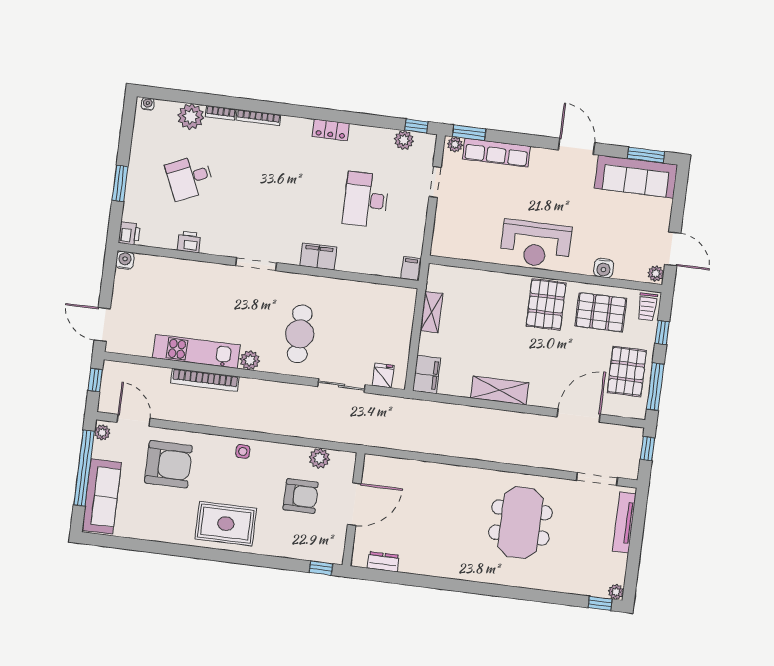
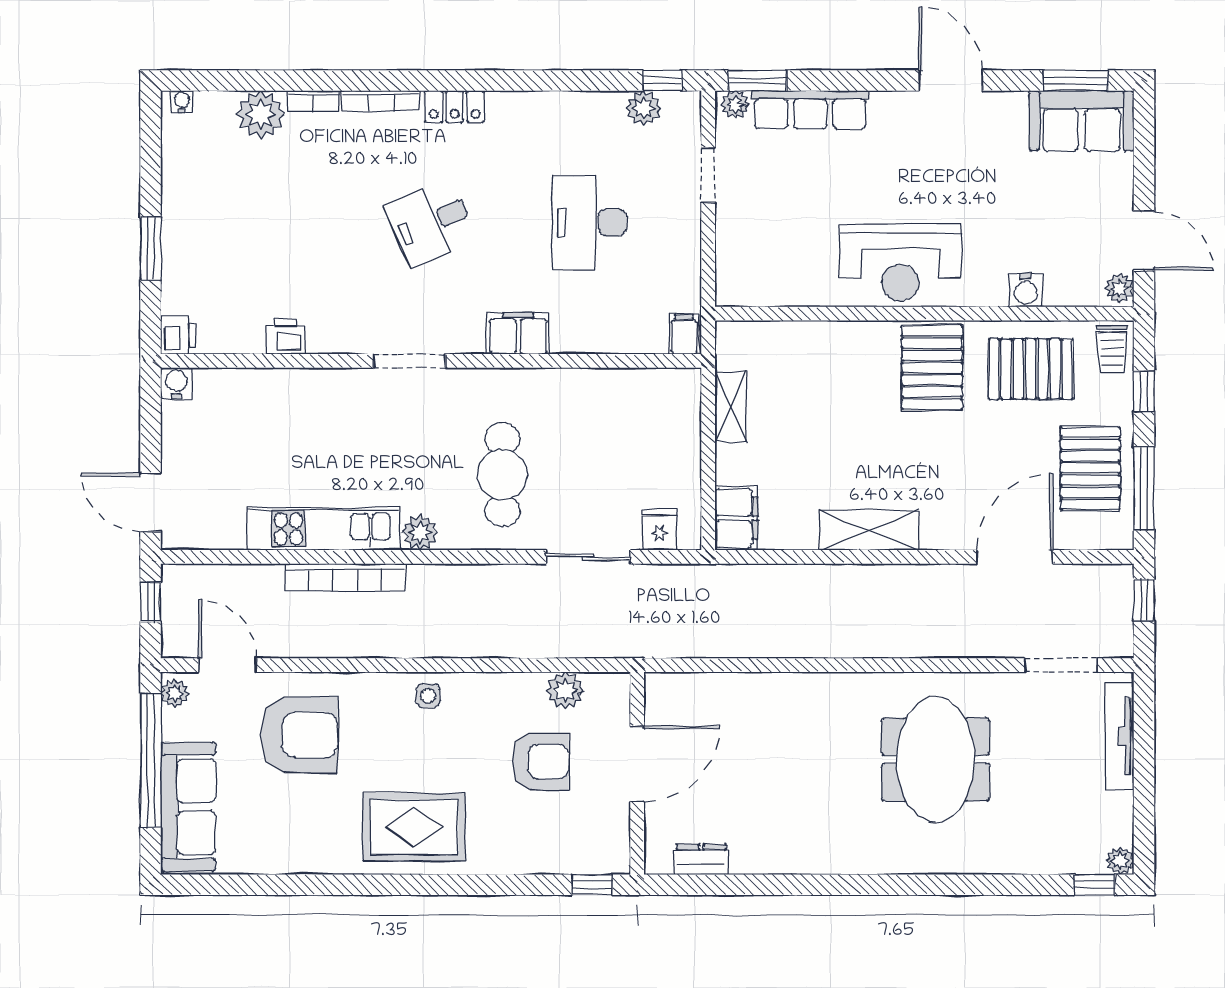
locker: (331, 130) -> (454, 107), moved
sofa: (636, 177) -> (1082, 121), width x0.73
desk: (190, 178) -> (431, 222), moved

